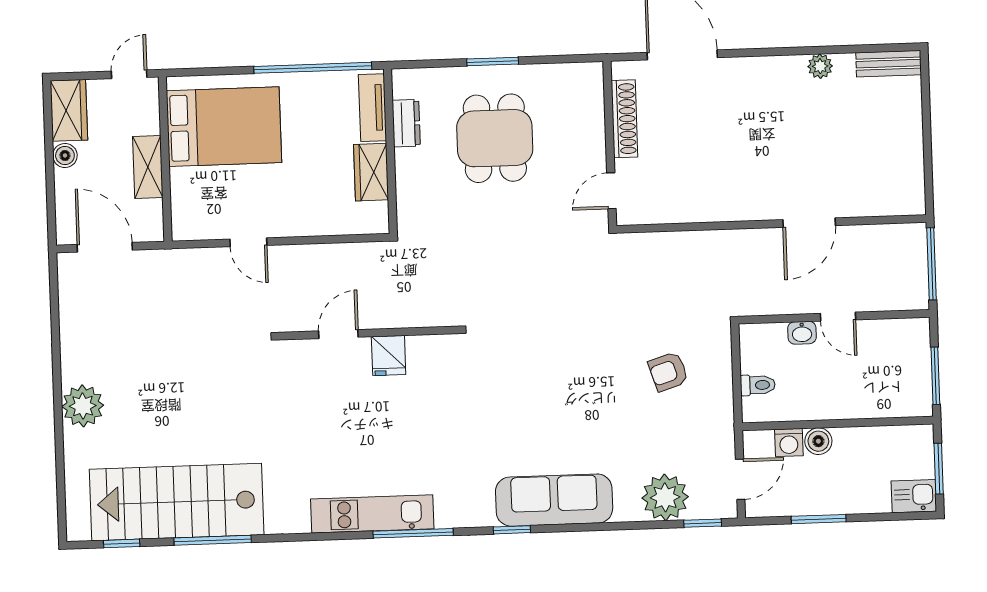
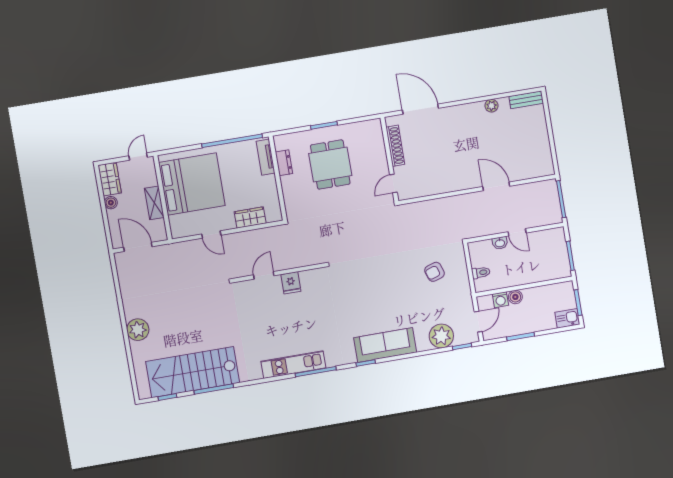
bed: (224, 127) -> (192, 184), width x1.36
wardrobe: (371, 172) -> (250, 217), moved, turned 90
door: (809, 223) -> (496, 186), swing flipped

